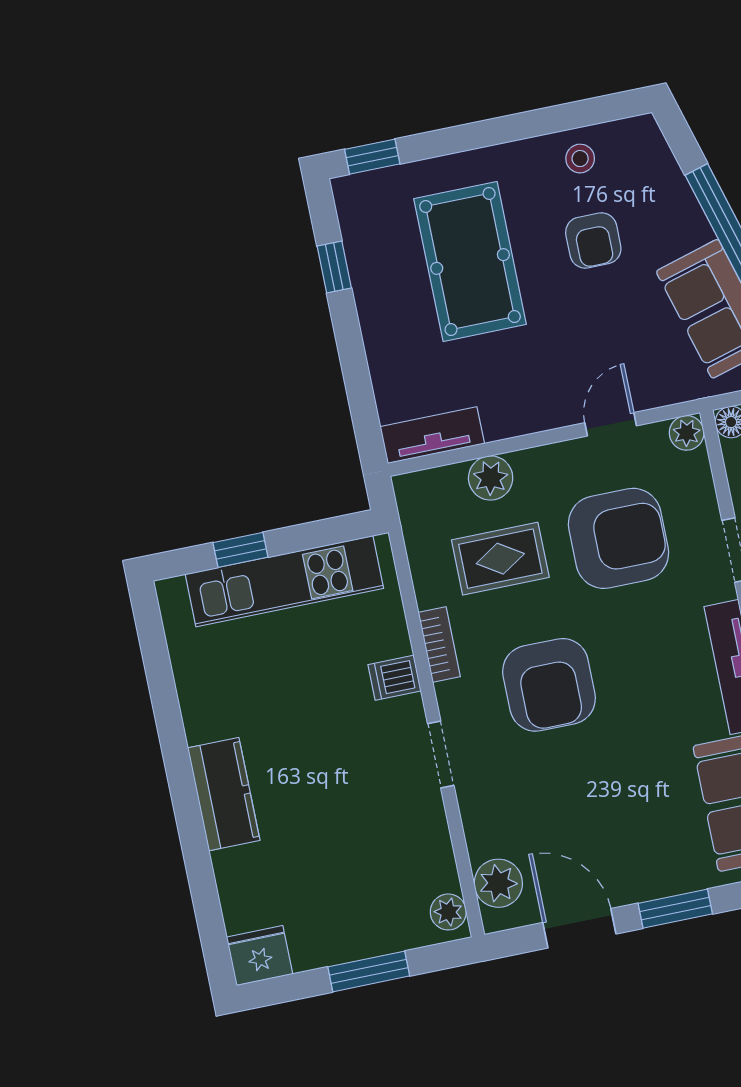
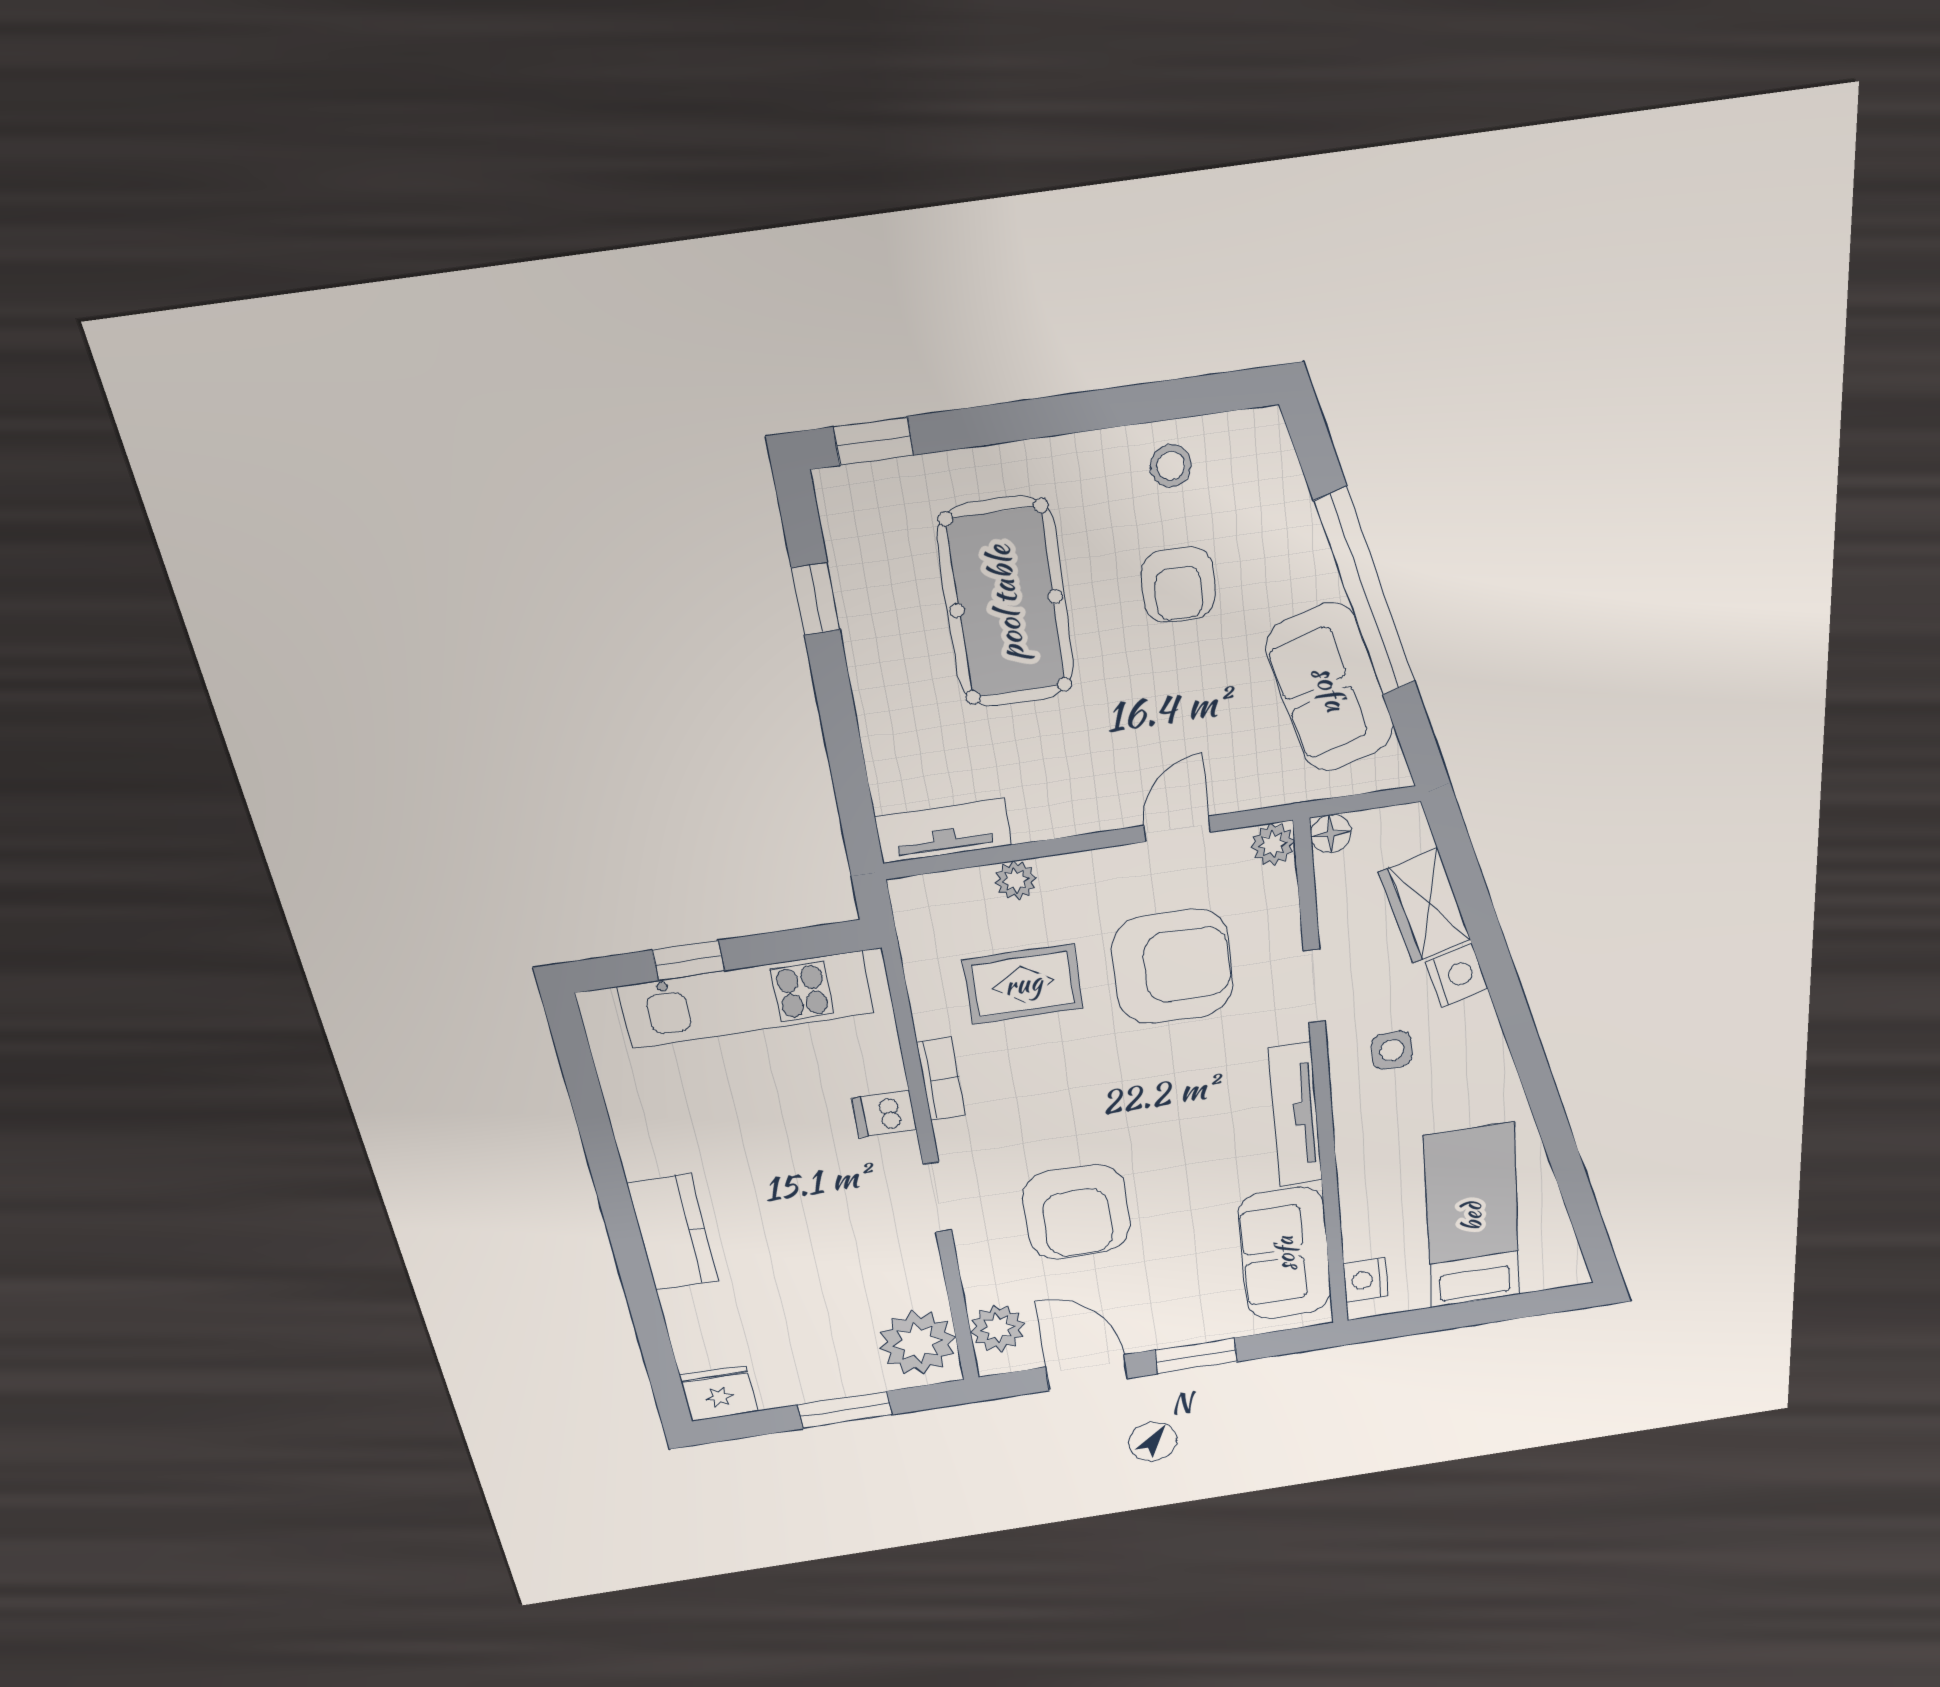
plant: (491, 478) -> (1016, 880), width x0.73, depth x0.73
armchair: (549, 685) -> (1076, 1212), moved
plant: (448, 912) -> (918, 1343), width x1.87, depth x1.87

